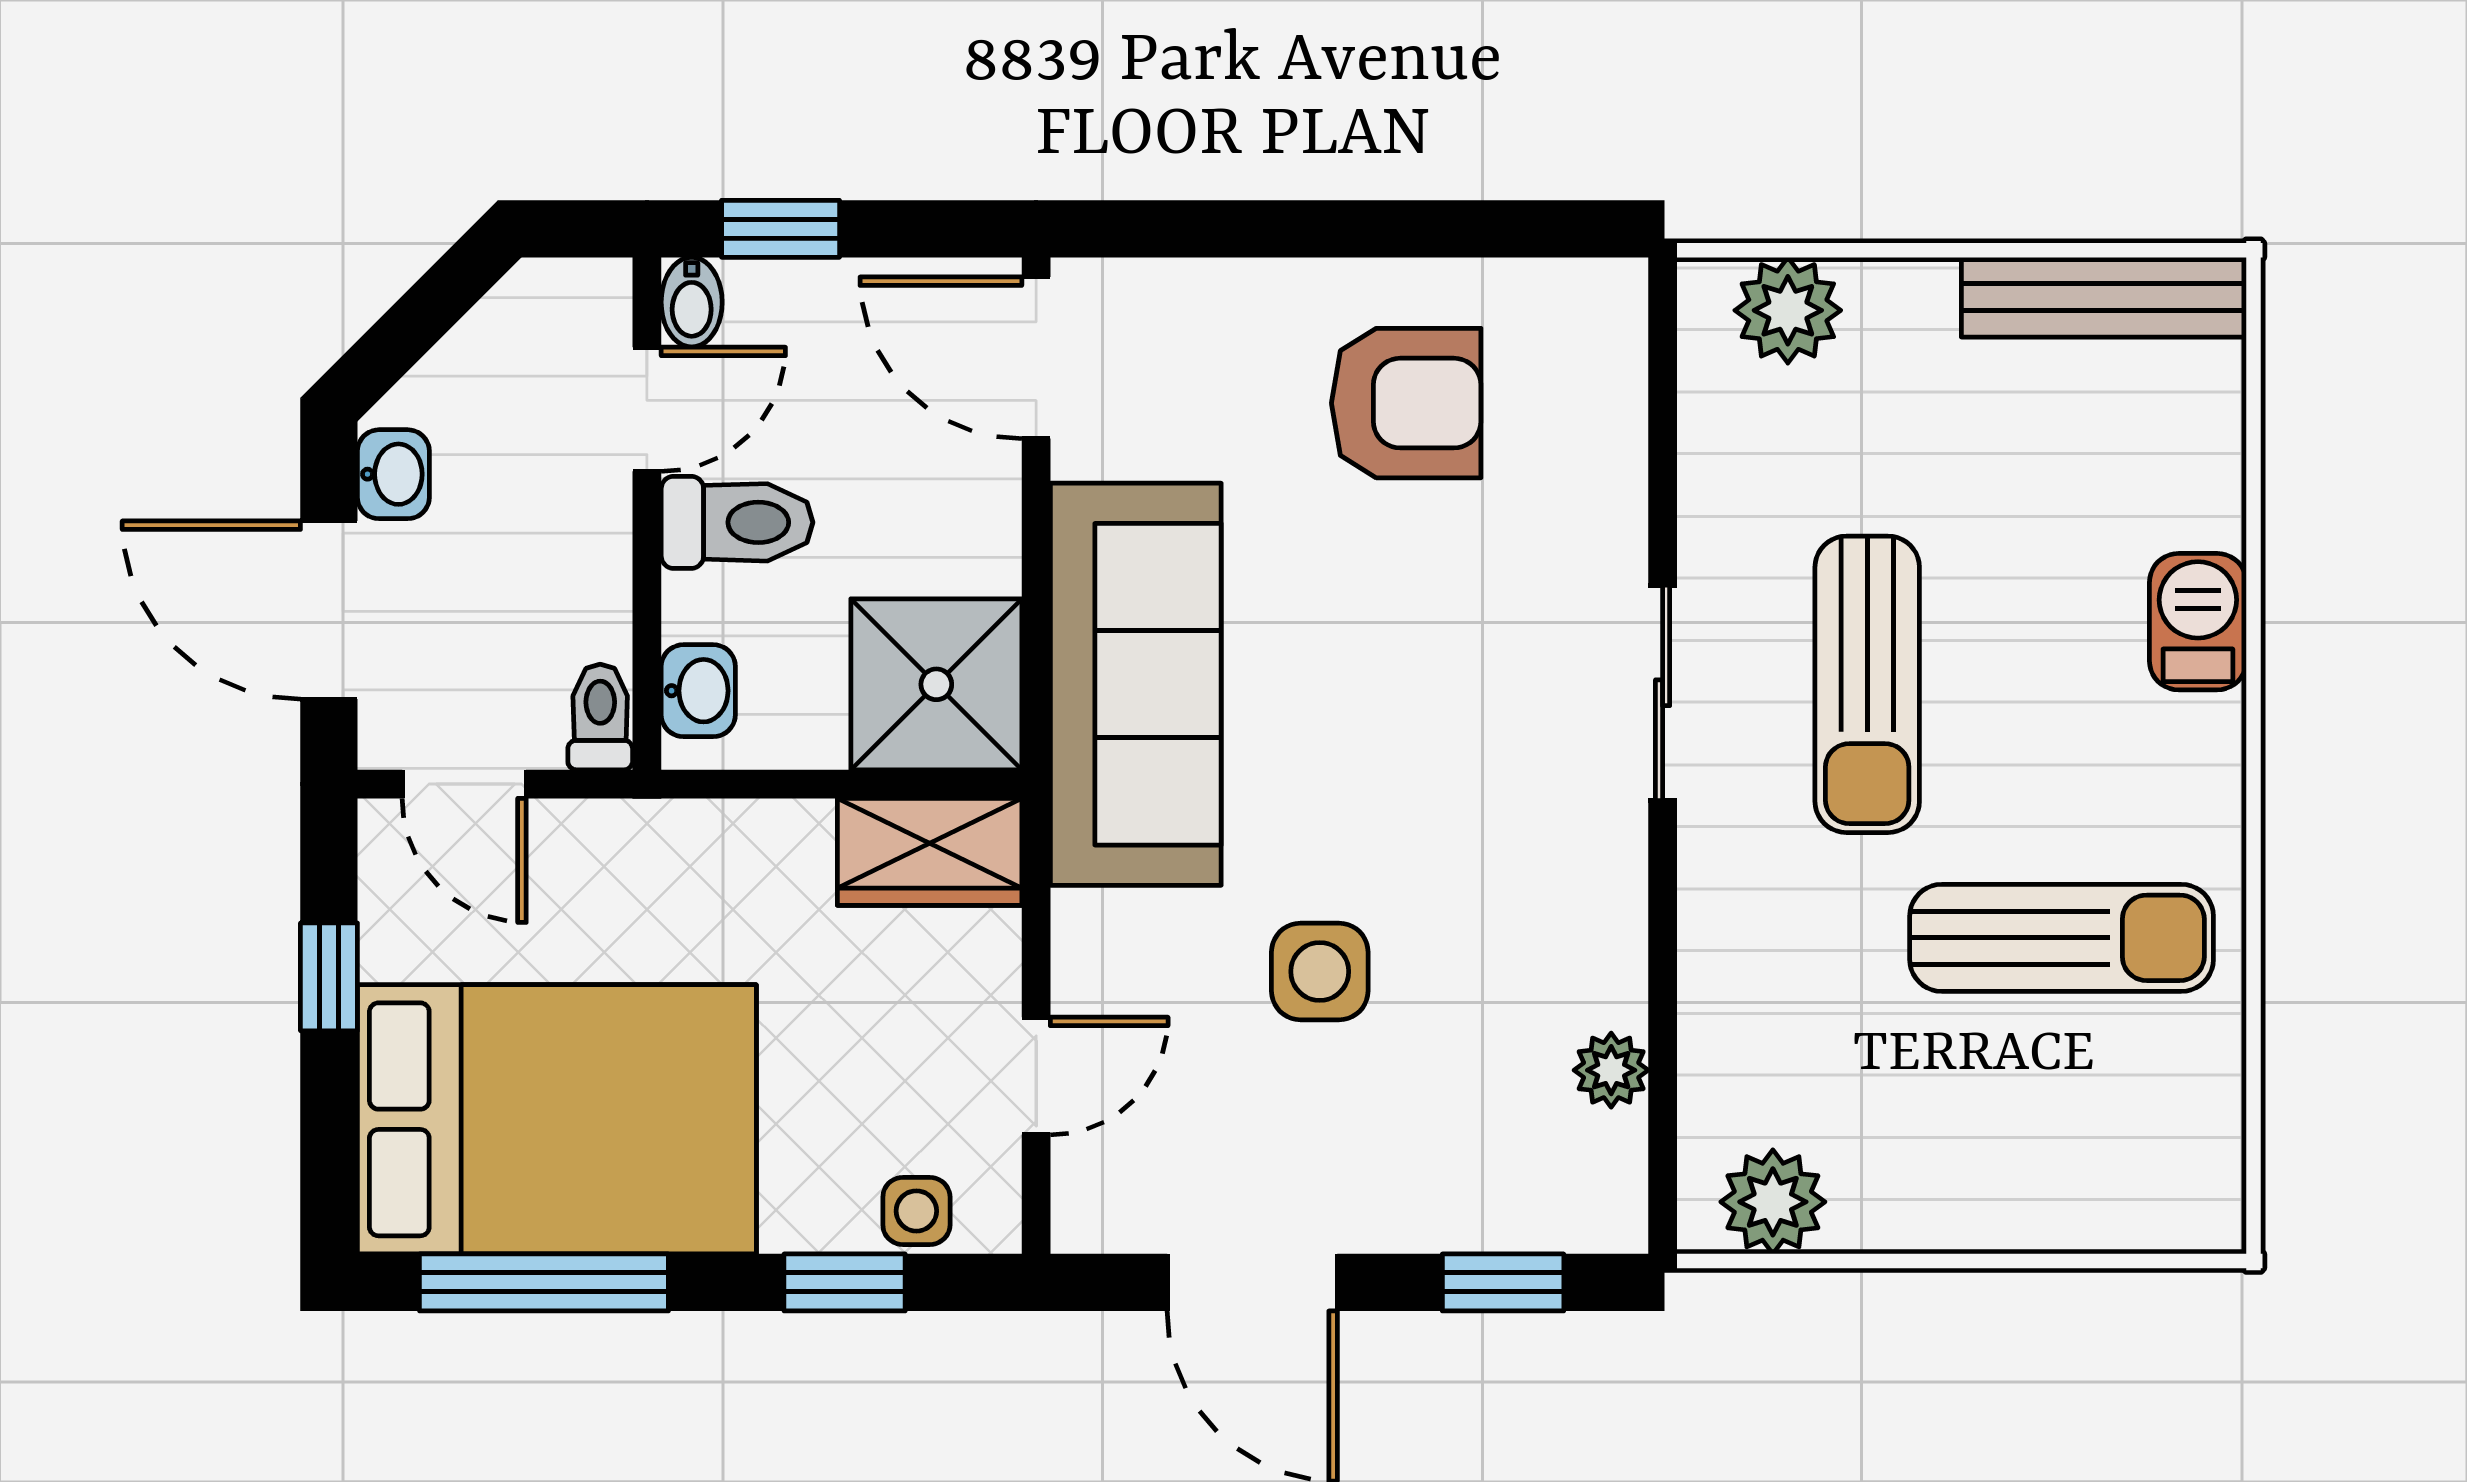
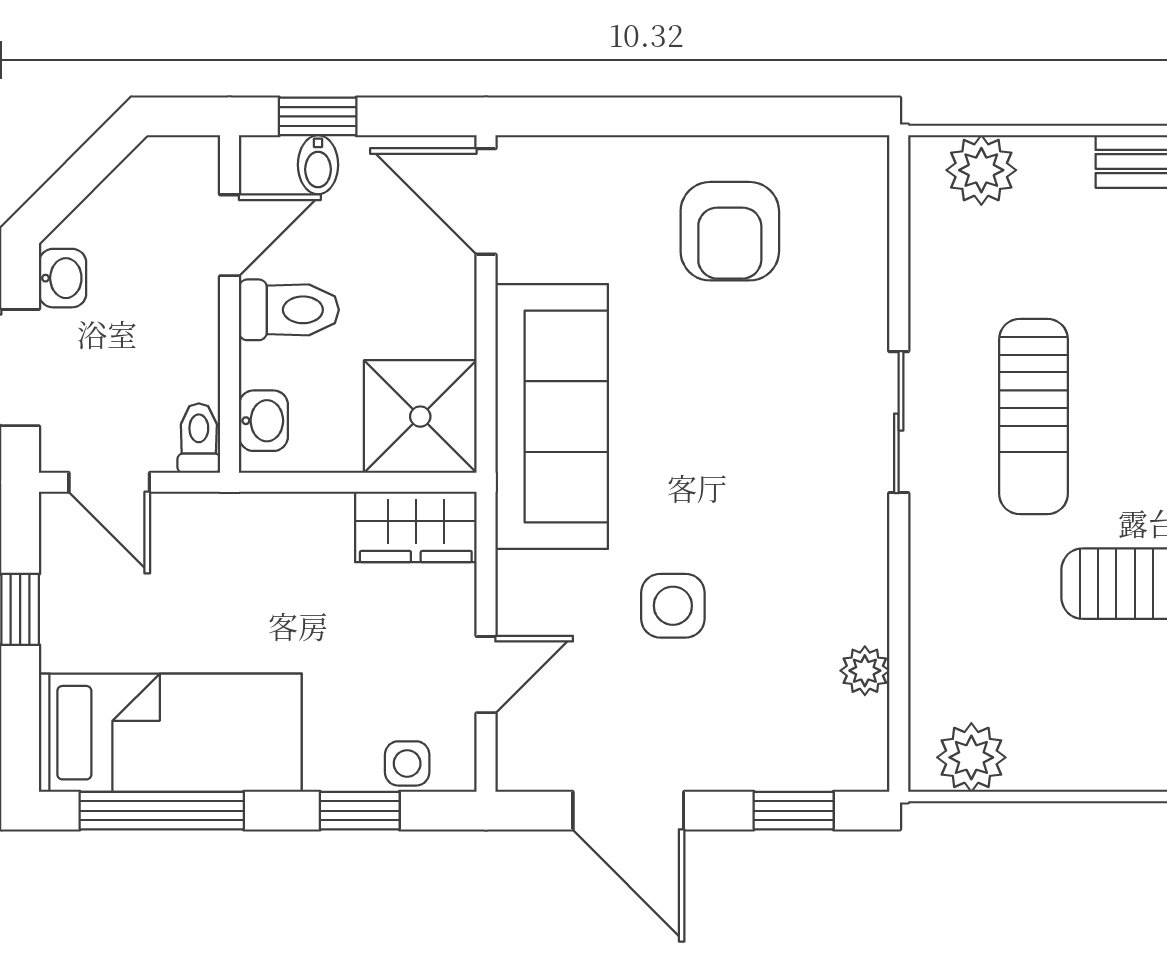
bidet: (692, 302) -> (318, 165), moved
armchair: (1406, 403) -> (730, 231), turned 90
bed: (557, 1119) -> (170, 733), width x0.67

